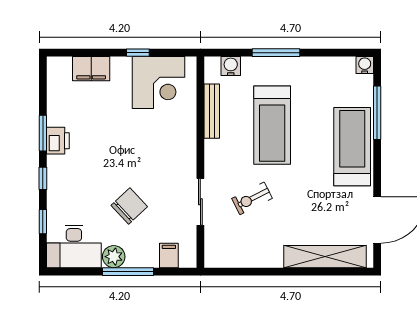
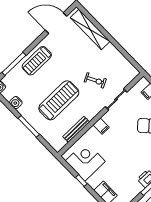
water cooler: (231, 66) -> (16, 103), moved
treadmill: (352, 147) -> (37, 61), width x0.73, depth x0.73
filing cabinet: (184, 148) -> (101, 126), added

